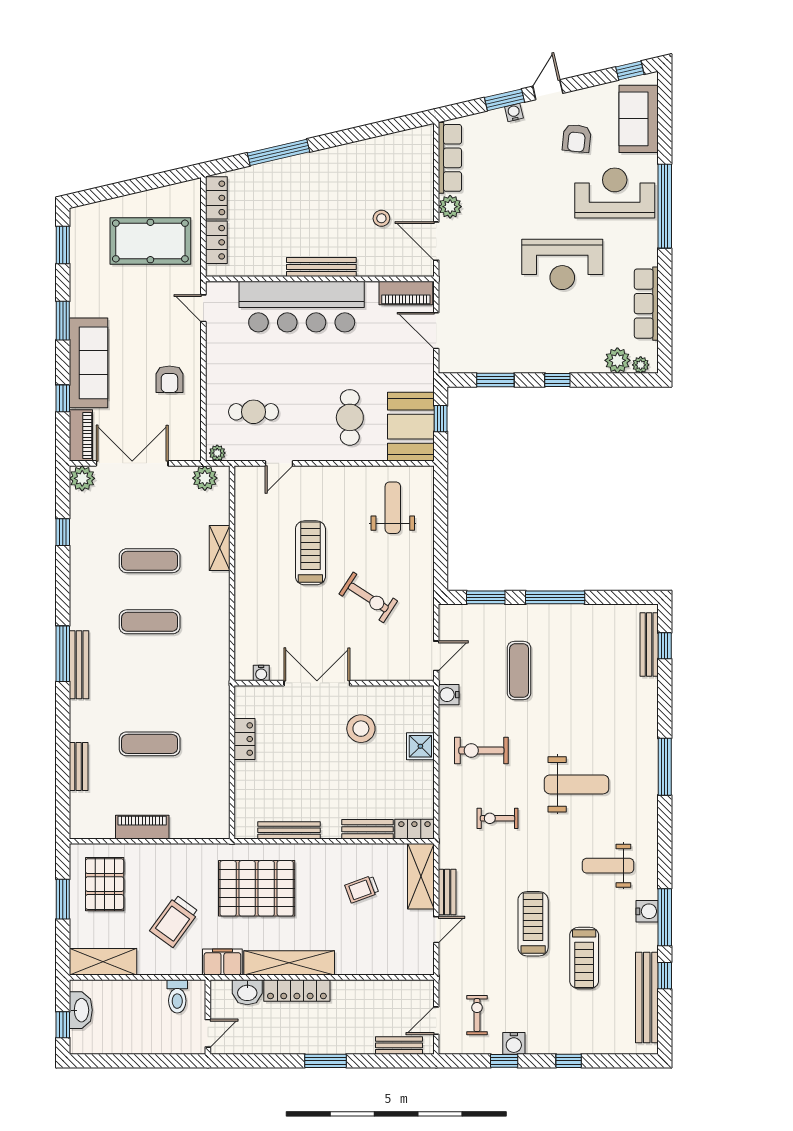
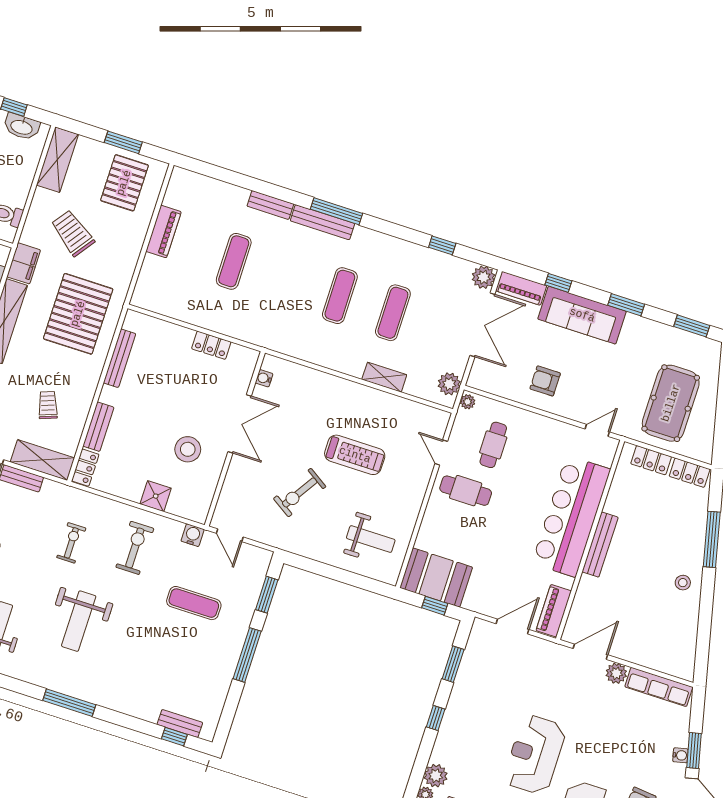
stool: (381, 218) -> (683, 583), moved
cafe table: (350, 417) -> (466, 491), moved
bench: (649, 644) -> (180, 723), width x0.73
bench: (79, 767) -> (270, 205), moved
pallet: (105, 884) -> (124, 183), turned 90

